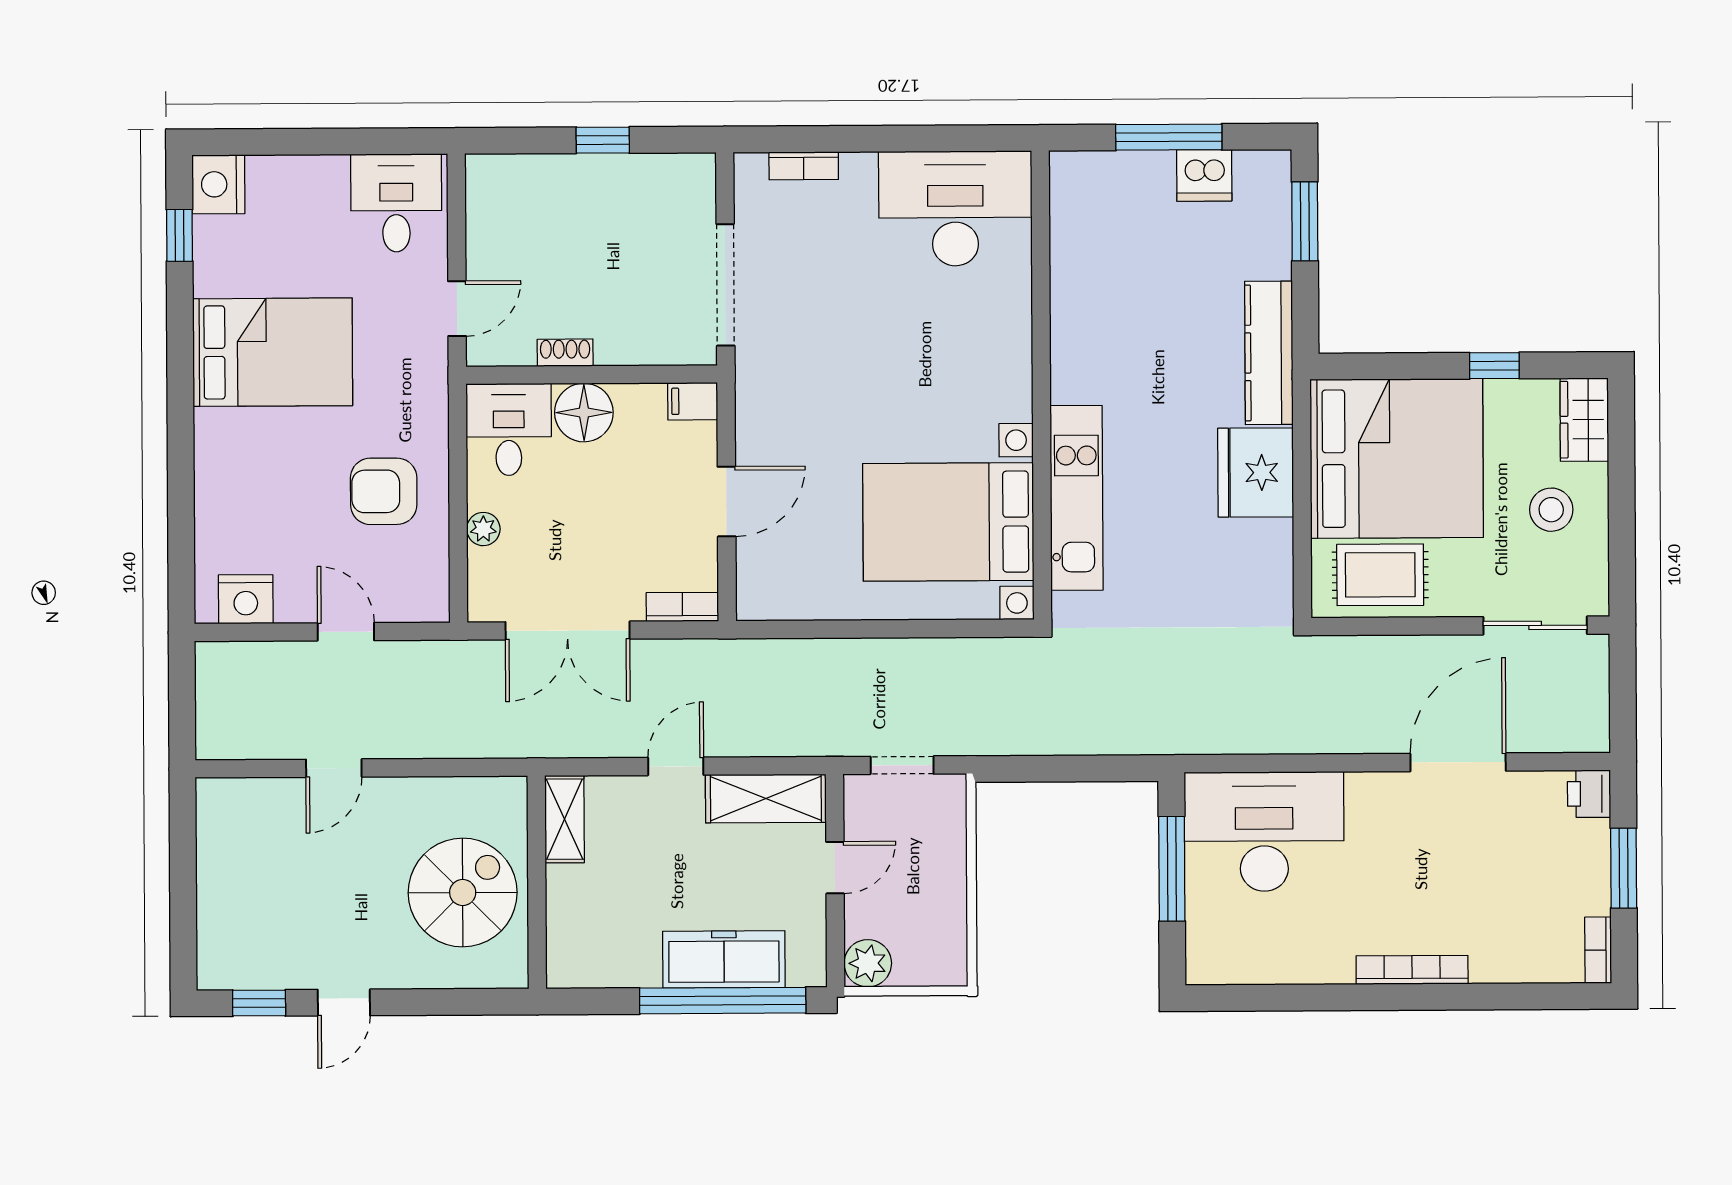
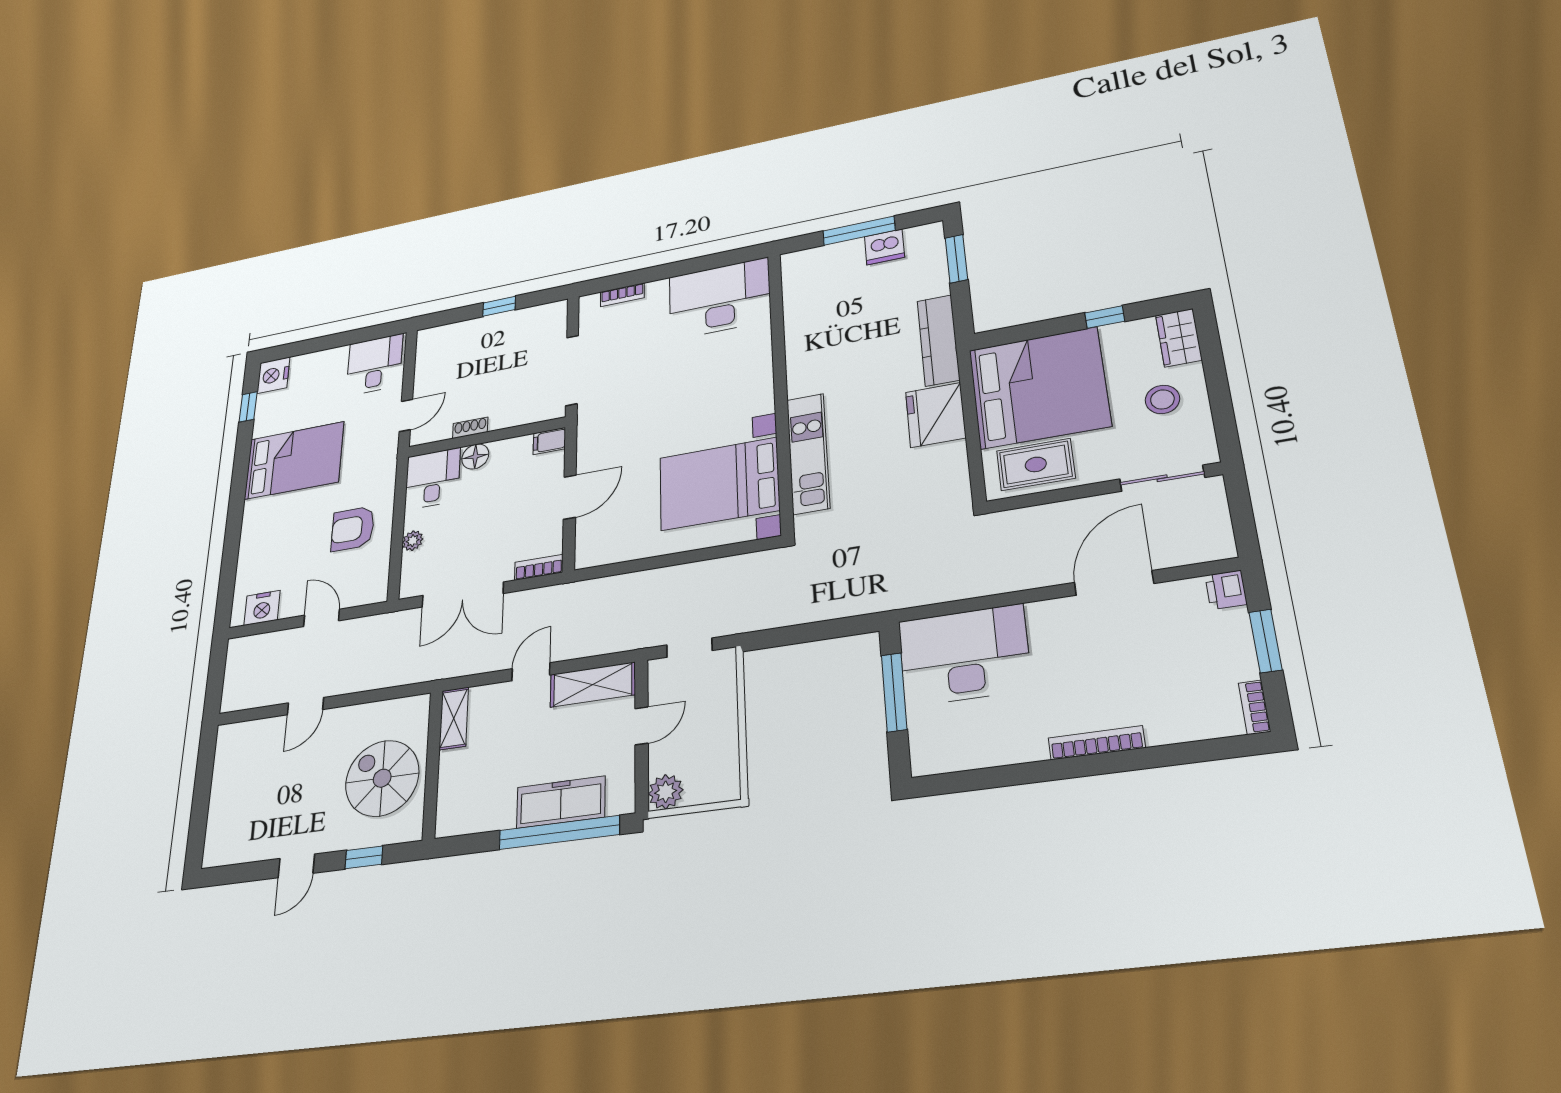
floor lamp: (584, 413) -> (475, 456), width x0.73, depth x0.73
spiral stairs: (463, 893) -> (382, 778), turned -90
window: (259, 1003) -> (364, 857), moved

